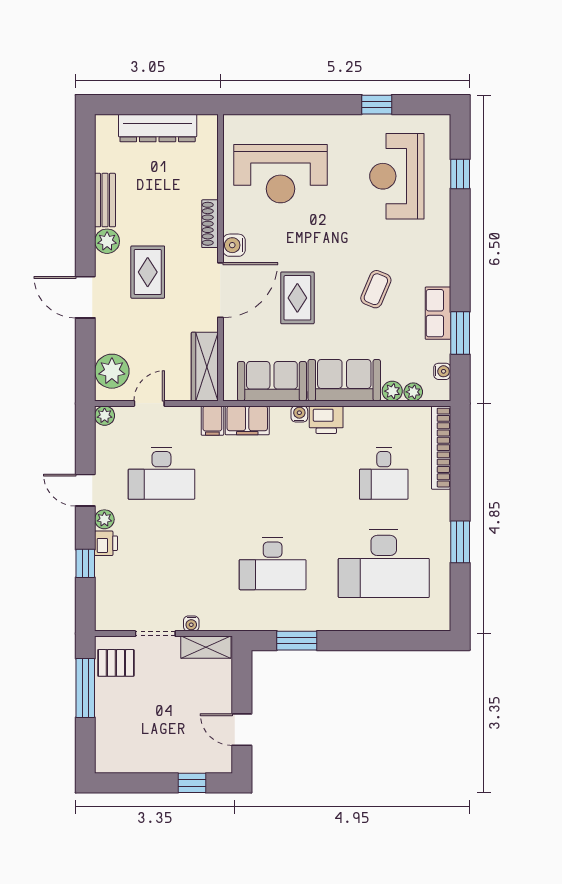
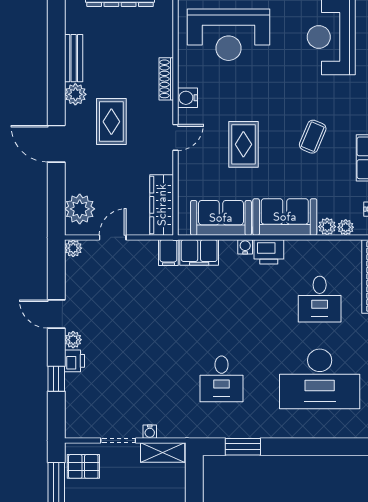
door: (220, 290) -> (176, 137), width x0.53
desk: (161, 473) -> (123, 299), removed
desk: (273, 564) -> (222, 379), width x0.73

